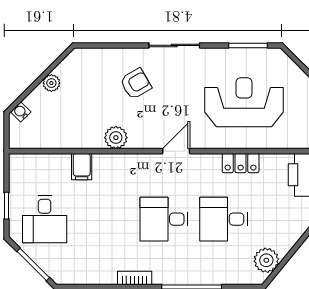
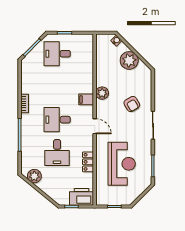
plant: (51, 83) -> (129, 60), width x1.88, depth x1.88
filing cabinet: (82, 167) -> (86, 99), moved
desk: (164, 219) -> (57, 120), turned -90
desk: (224, 219) -> (57, 153), turned 180

